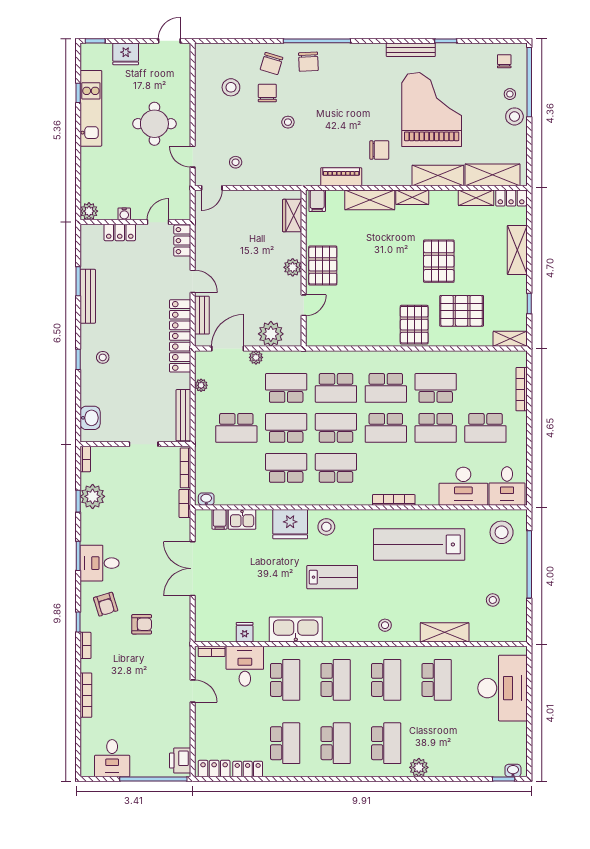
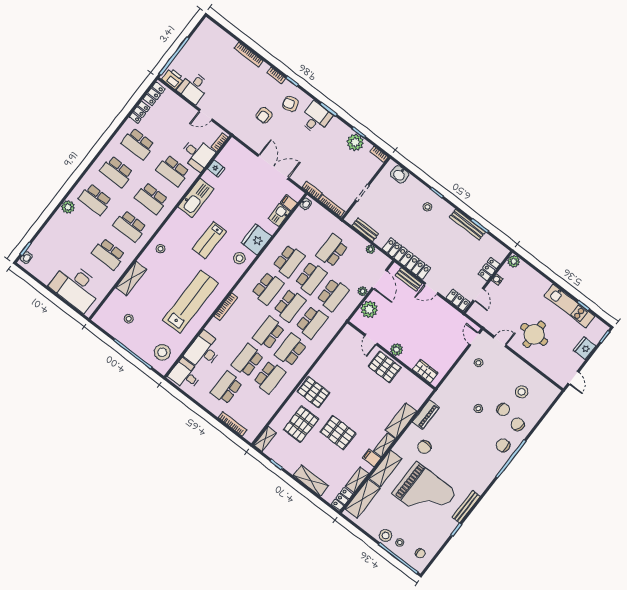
filing cabinet: (317, 201) -> (371, 458), moved
school desk: (336, 388) -> (312, 322), turned 180
bench: (183, 415) -> (365, 230), width x0.73
desk: (112, 758) -> (194, 87), moved, turned -90

